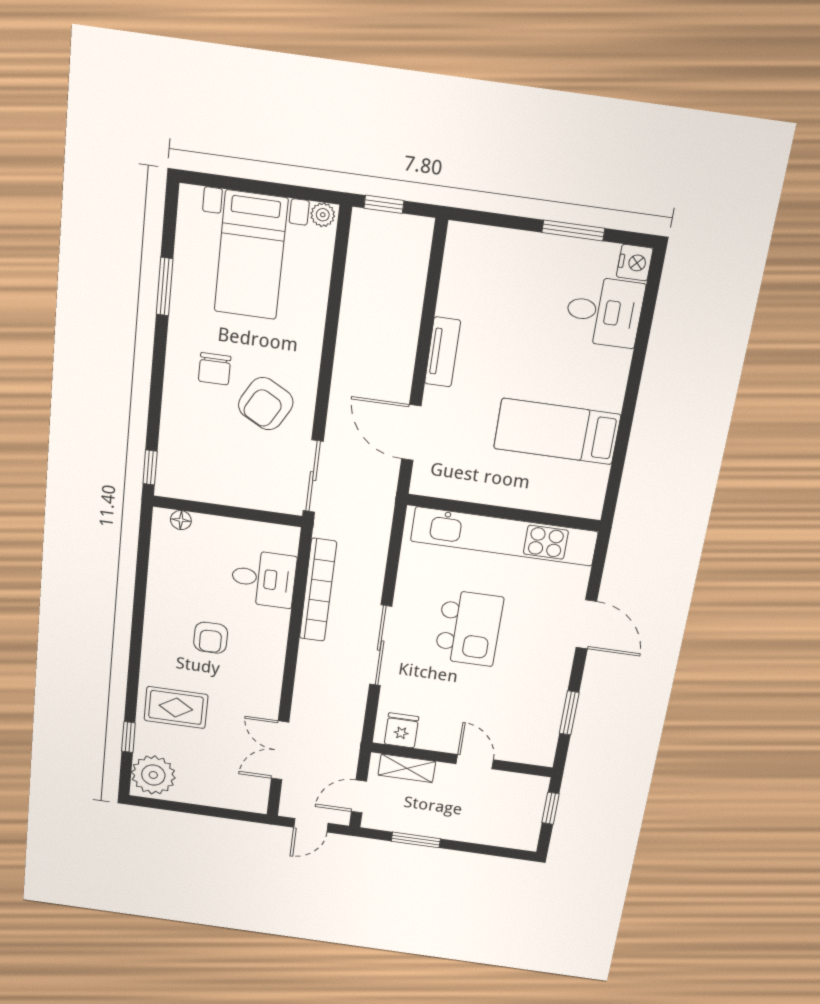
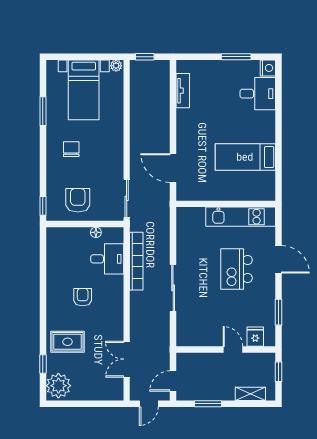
tv unit: (443, 352) -> (183, 91), moved
chair: (215, 369) -> (71, 149), turned 180
armchair: (266, 404) -> (78, 200), moved, turned 151
floor lamp: (181, 520) -> (96, 232), moved
kitchen unit: (504, 536) -> (241, 217), width x0.73
kitchen island: (469, 628) -> (237, 269), moved, turned 180
armchair: (211, 638) -> (83, 297), turned 180
fridge: (401, 730) -> (255, 337), moved
shelving: (407, 768) -> (250, 394), moved

